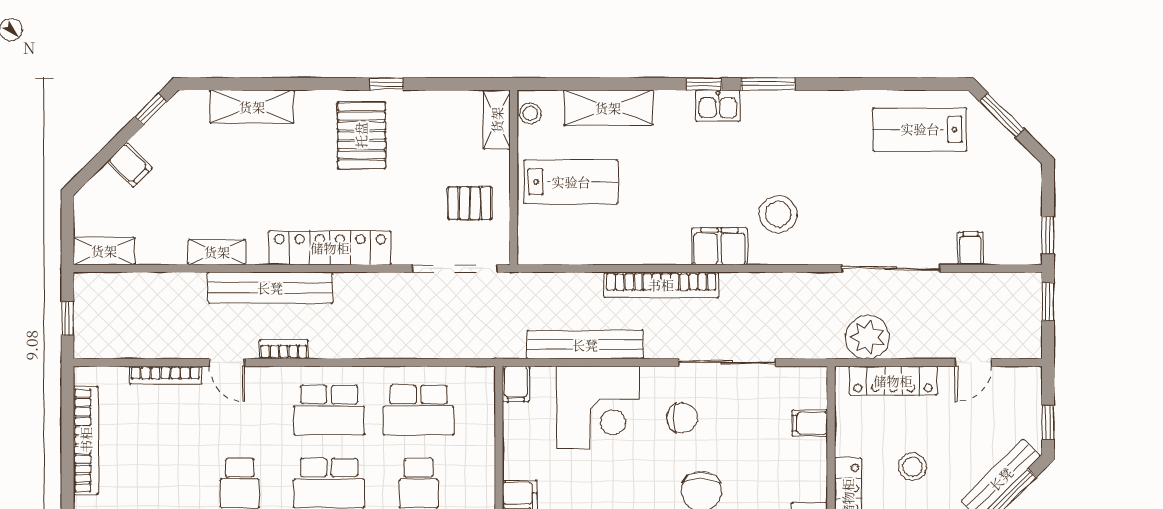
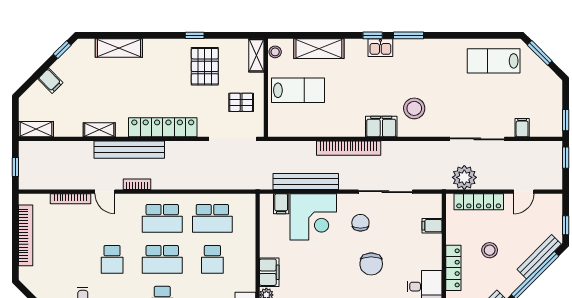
pallet: (361, 135) -> (205, 66), moved
filing cabinet: (516, 384) -> (281, 204), moved
chair: (682, 418) -> (360, 223), turned -90

